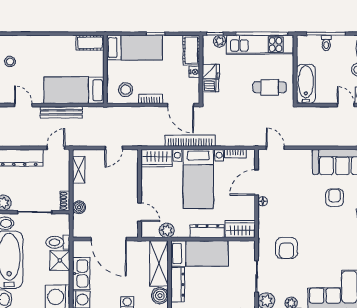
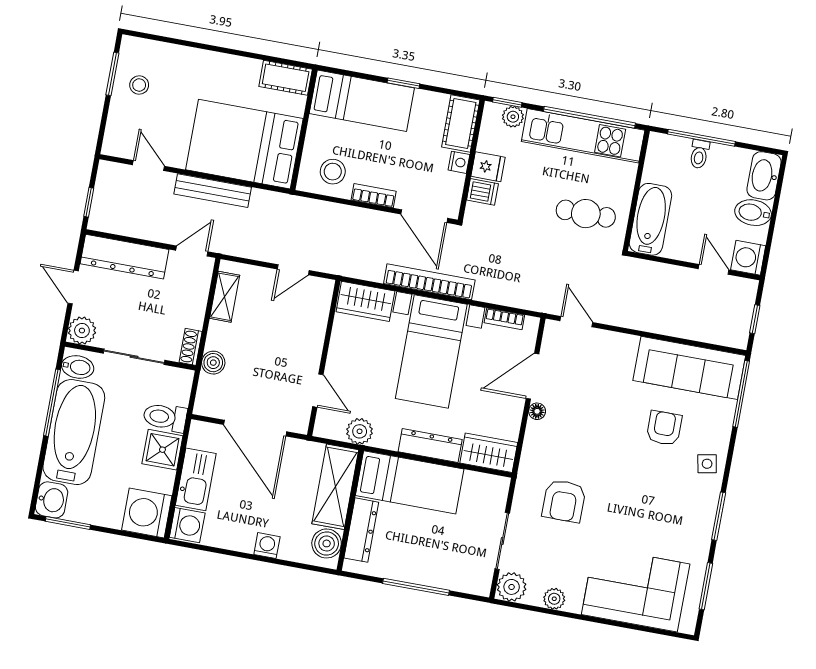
bed: (74, 90) -> (244, 144), width x1.50

